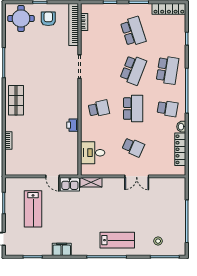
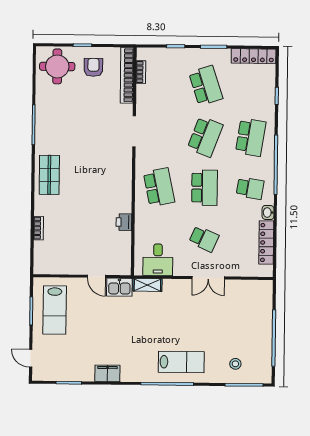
school desk: (99, 109) -> (159, 187), width x1.85
printer: (73, 125) -> (124, 222), moved
desk: (93, 153) -> (158, 260), moved, turned -90
lab bench: (33, 209) -> (55, 310), moved

